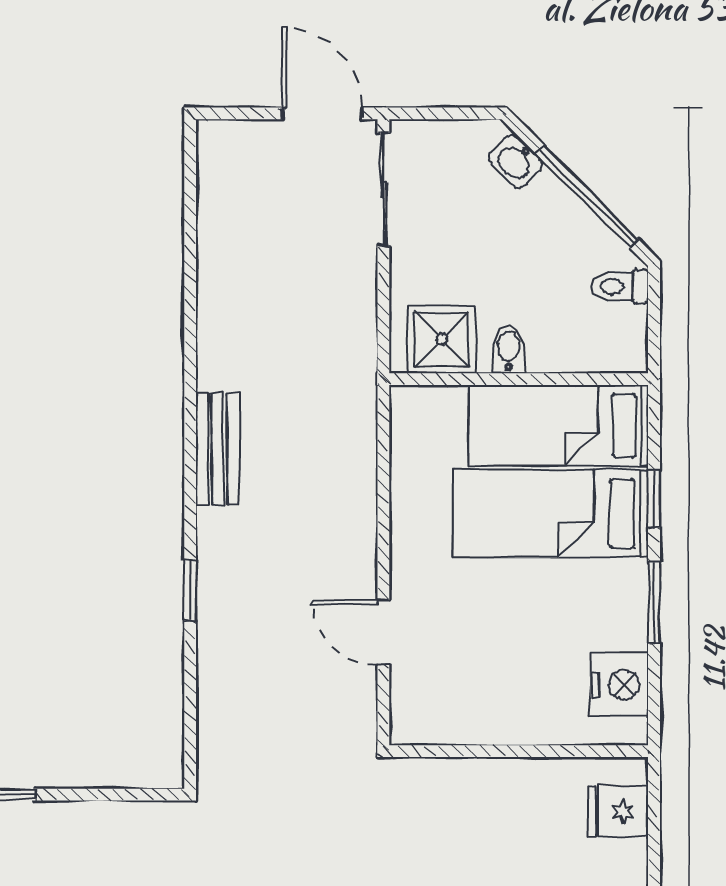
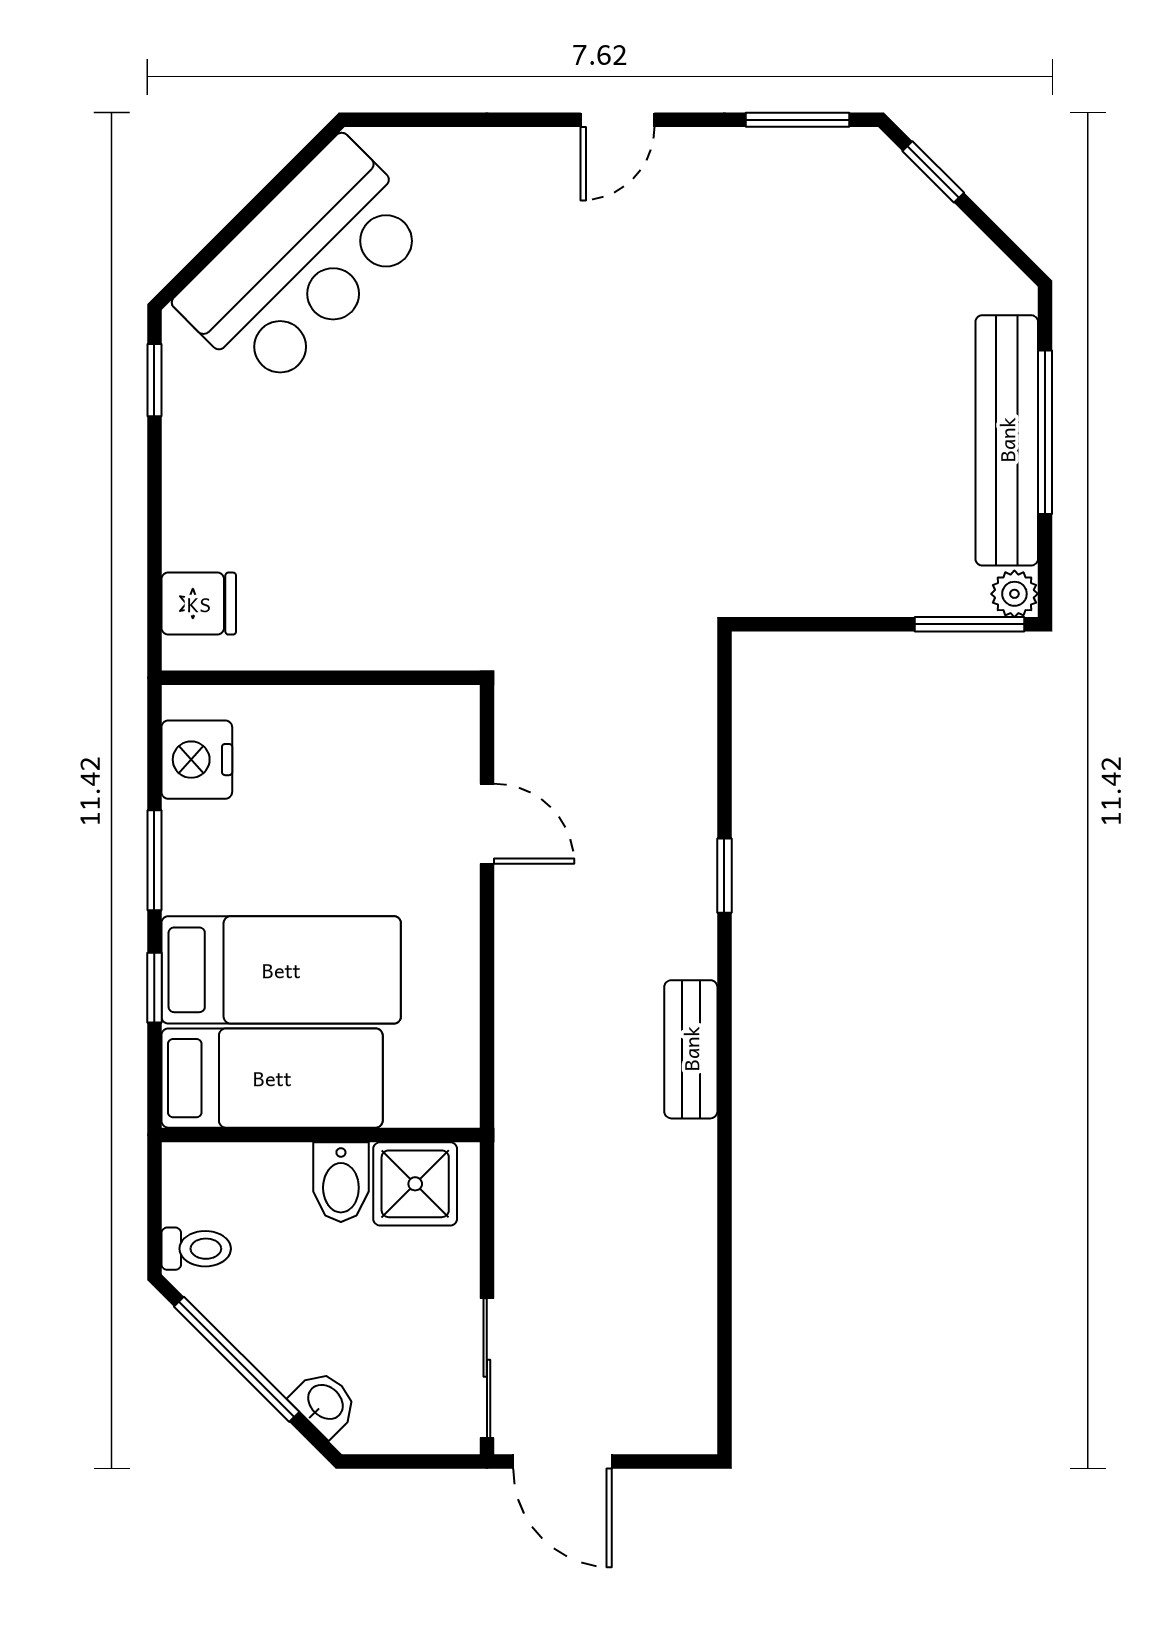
bidet: (508, 349) -> (341, 1182), width x1.38, depth x1.36

